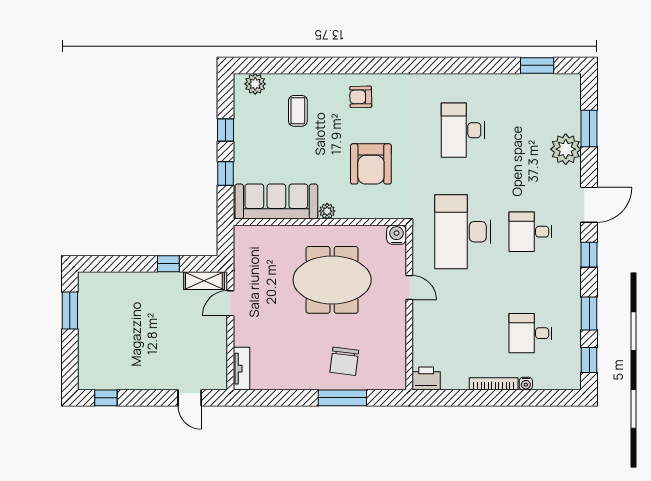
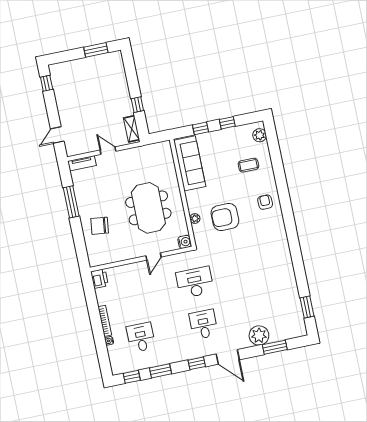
desk: (463, 130) -> (258, 269), removed
plant: (327, 211) -> (195, 219), moved
desk: (463, 232) -> (195, 282), width x0.73, depth x0.77
door: (230, 303) -> (108, 151), moved
window: (342, 398) -> (71, 202), moved

